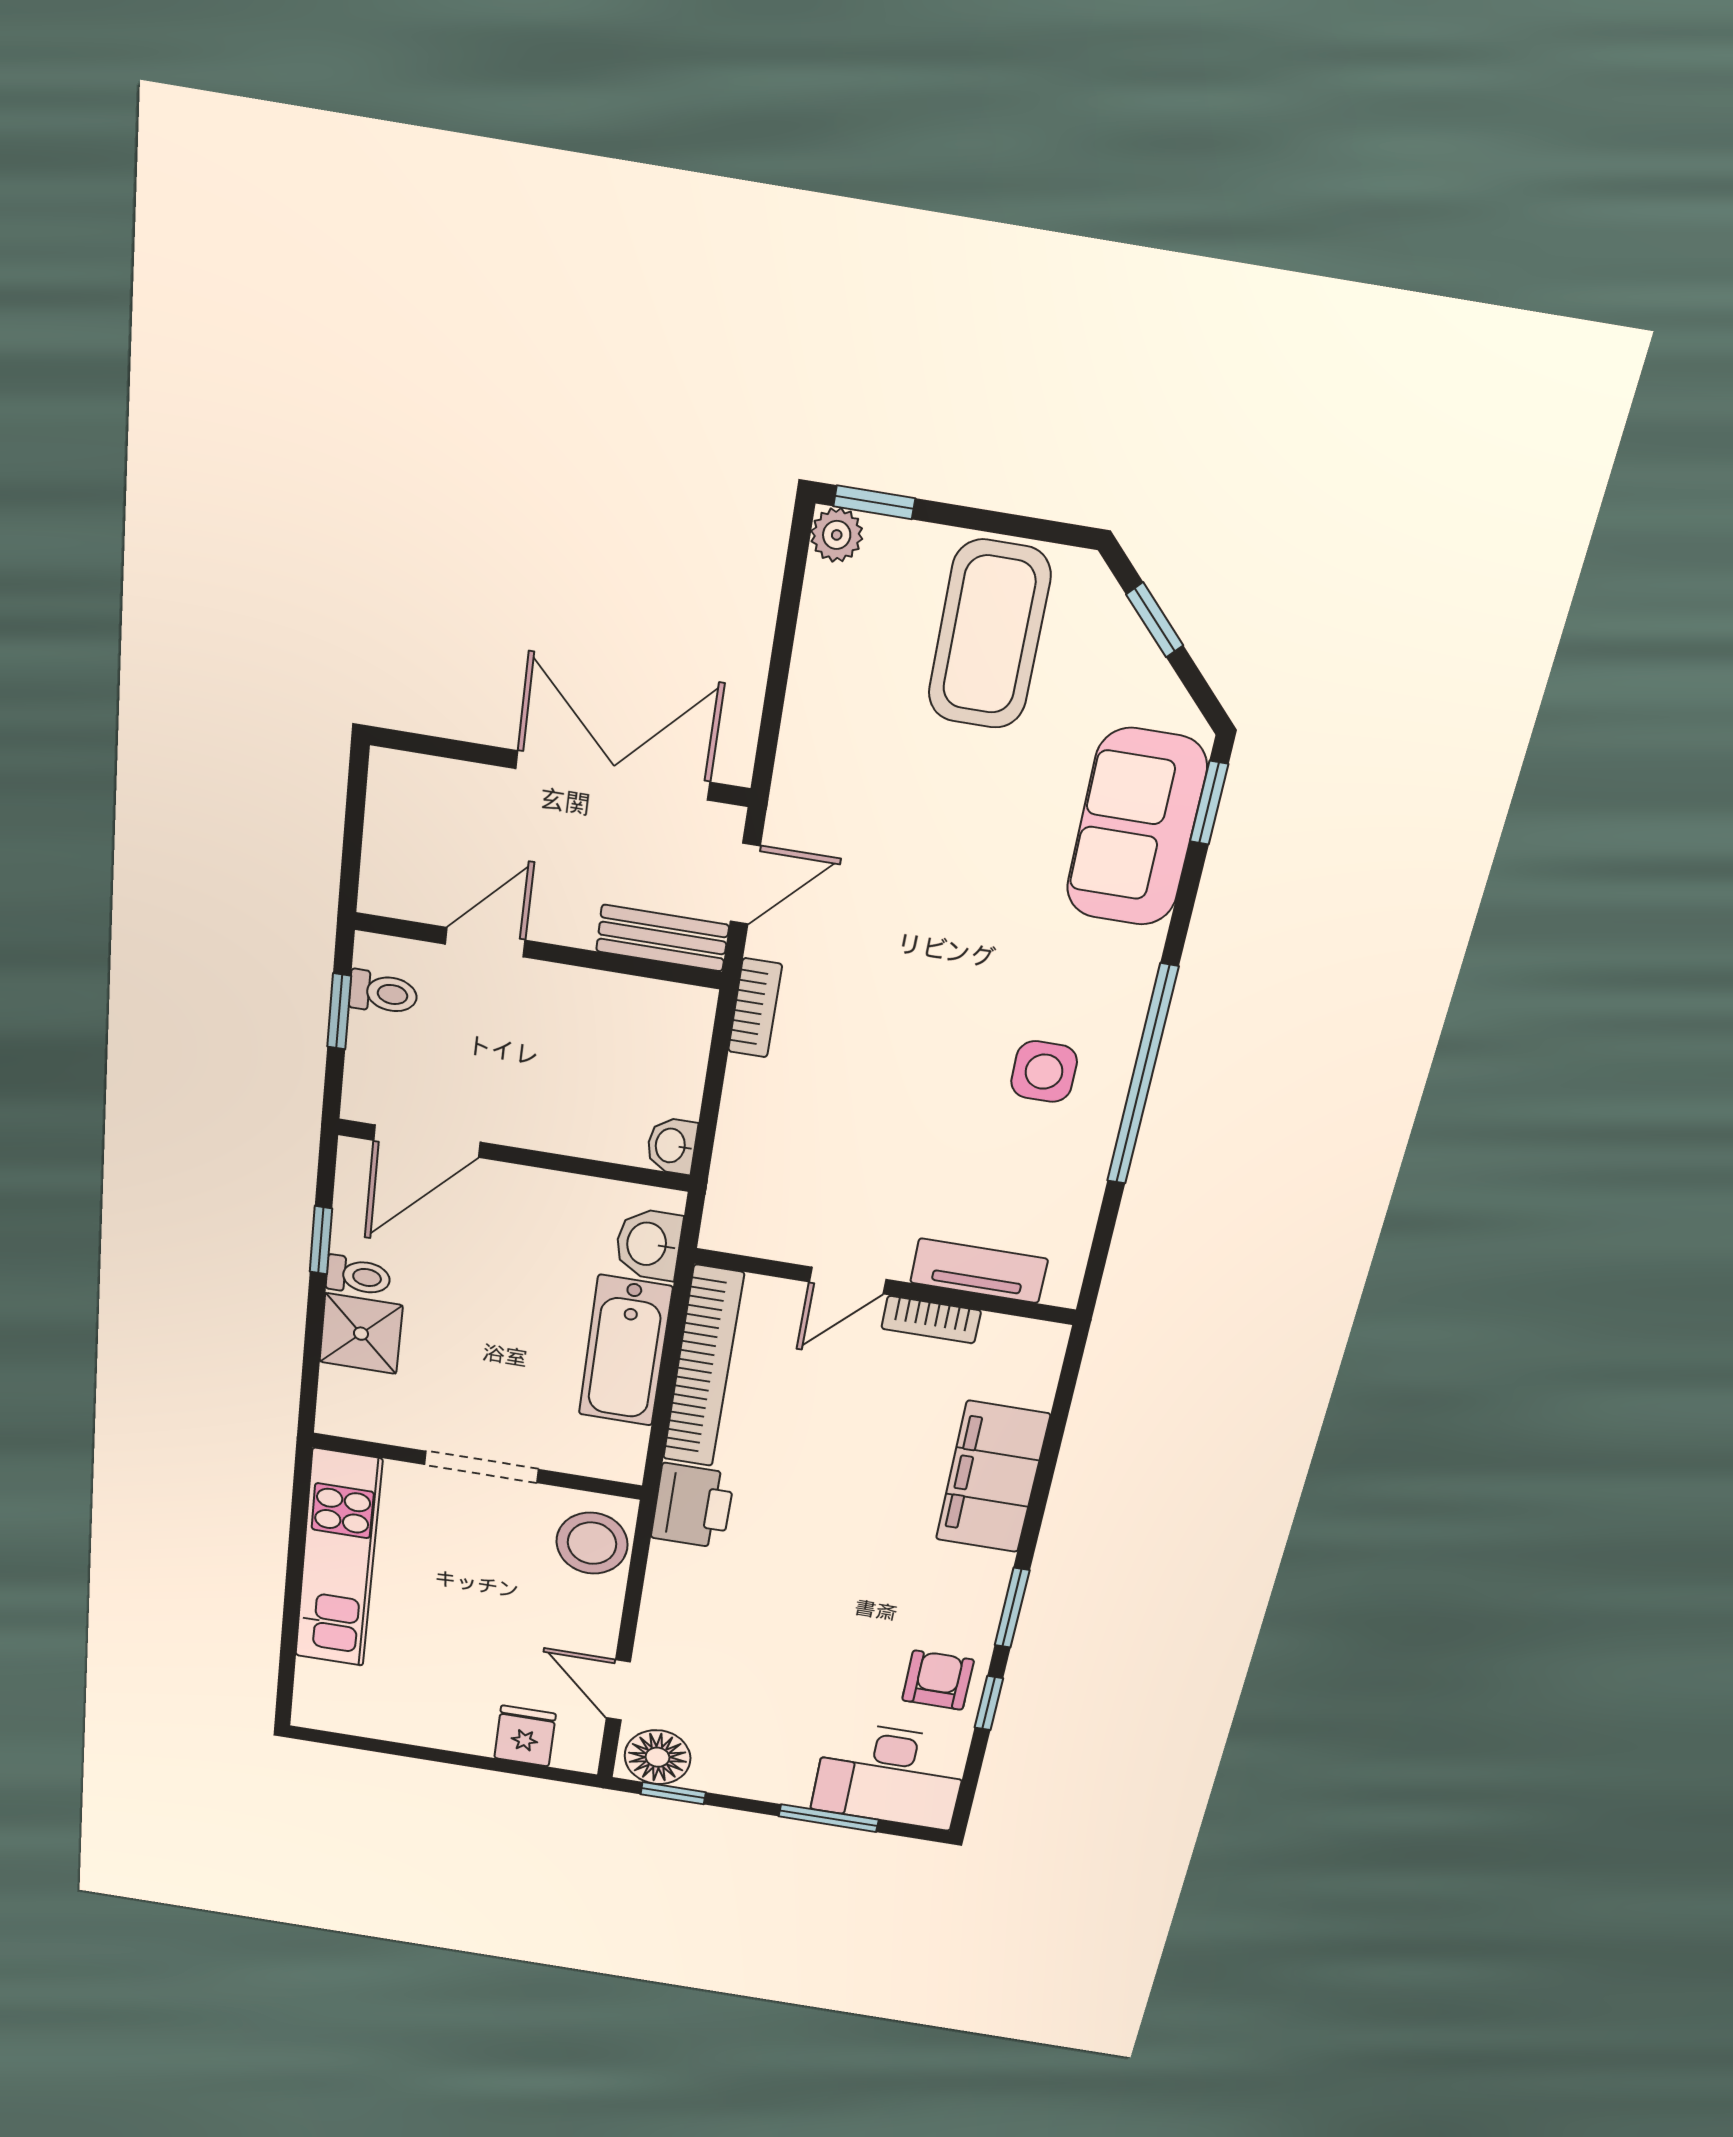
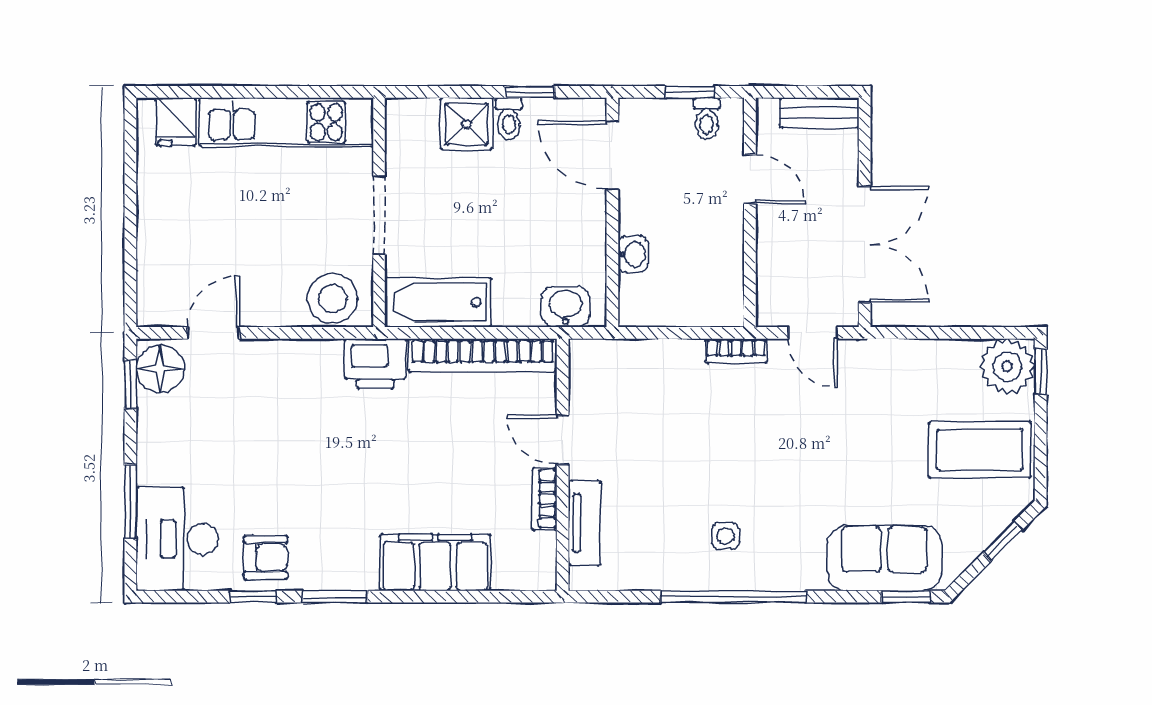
plant: (837, 535) -> (1007, 366), width x1.88, depth x1.88
bench: (662, 938) -> (819, 113), moved, turned 90
side table: (1044, 1072) -> (726, 536), width x0.73, depth x0.73
washbasin: (672, 1146) -> (633, 254), moved, turned 90
bathtub: (625, 1351) -> (438, 302), moved
fridge: (525, 1736) -> (176, 122), moved, turned 90

